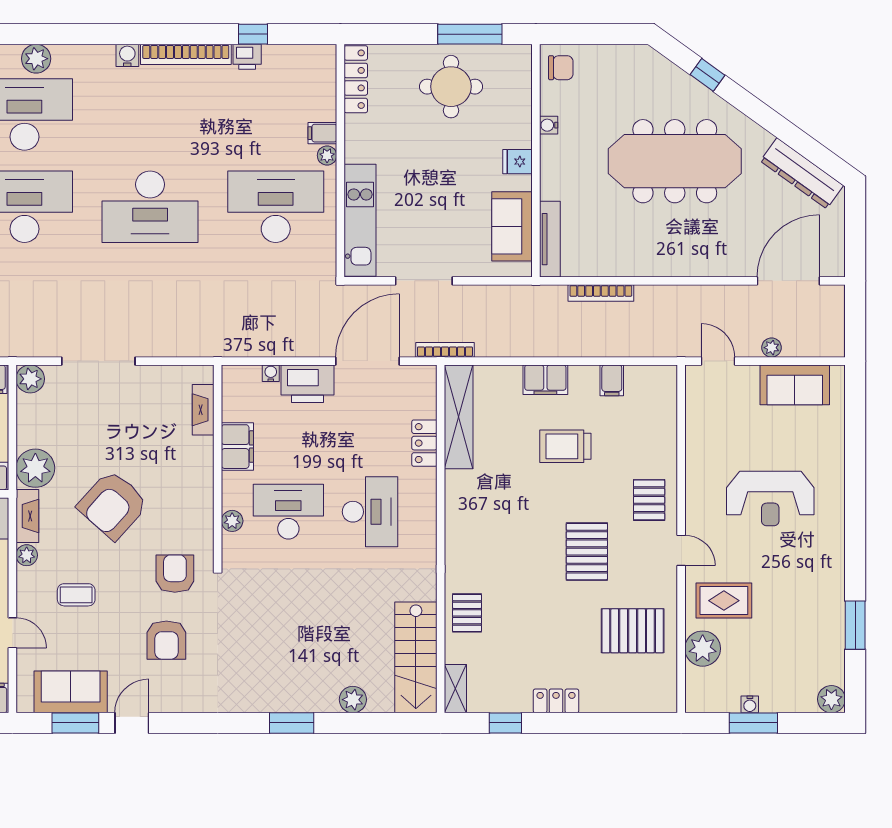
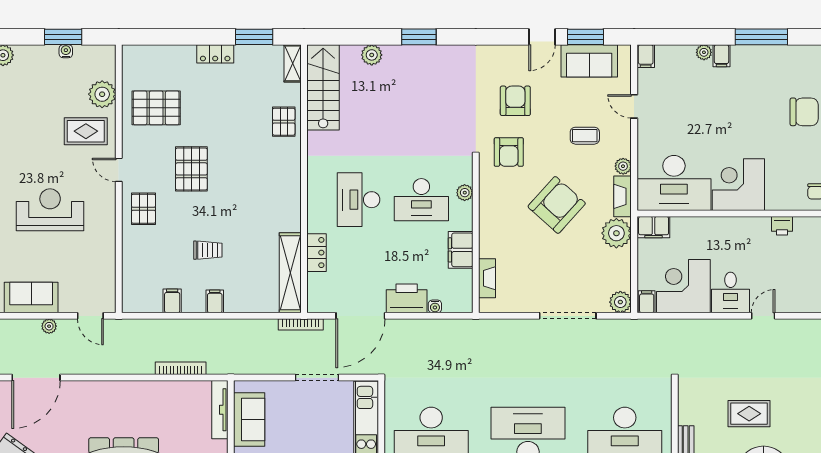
filing cabinet: (545, 380) -> (215, 301), width x0.50
trolley: (565, 446) -> (208, 250), width x0.73, depth x0.72
window: (505, 723) -> (254, 37), width x1.50

